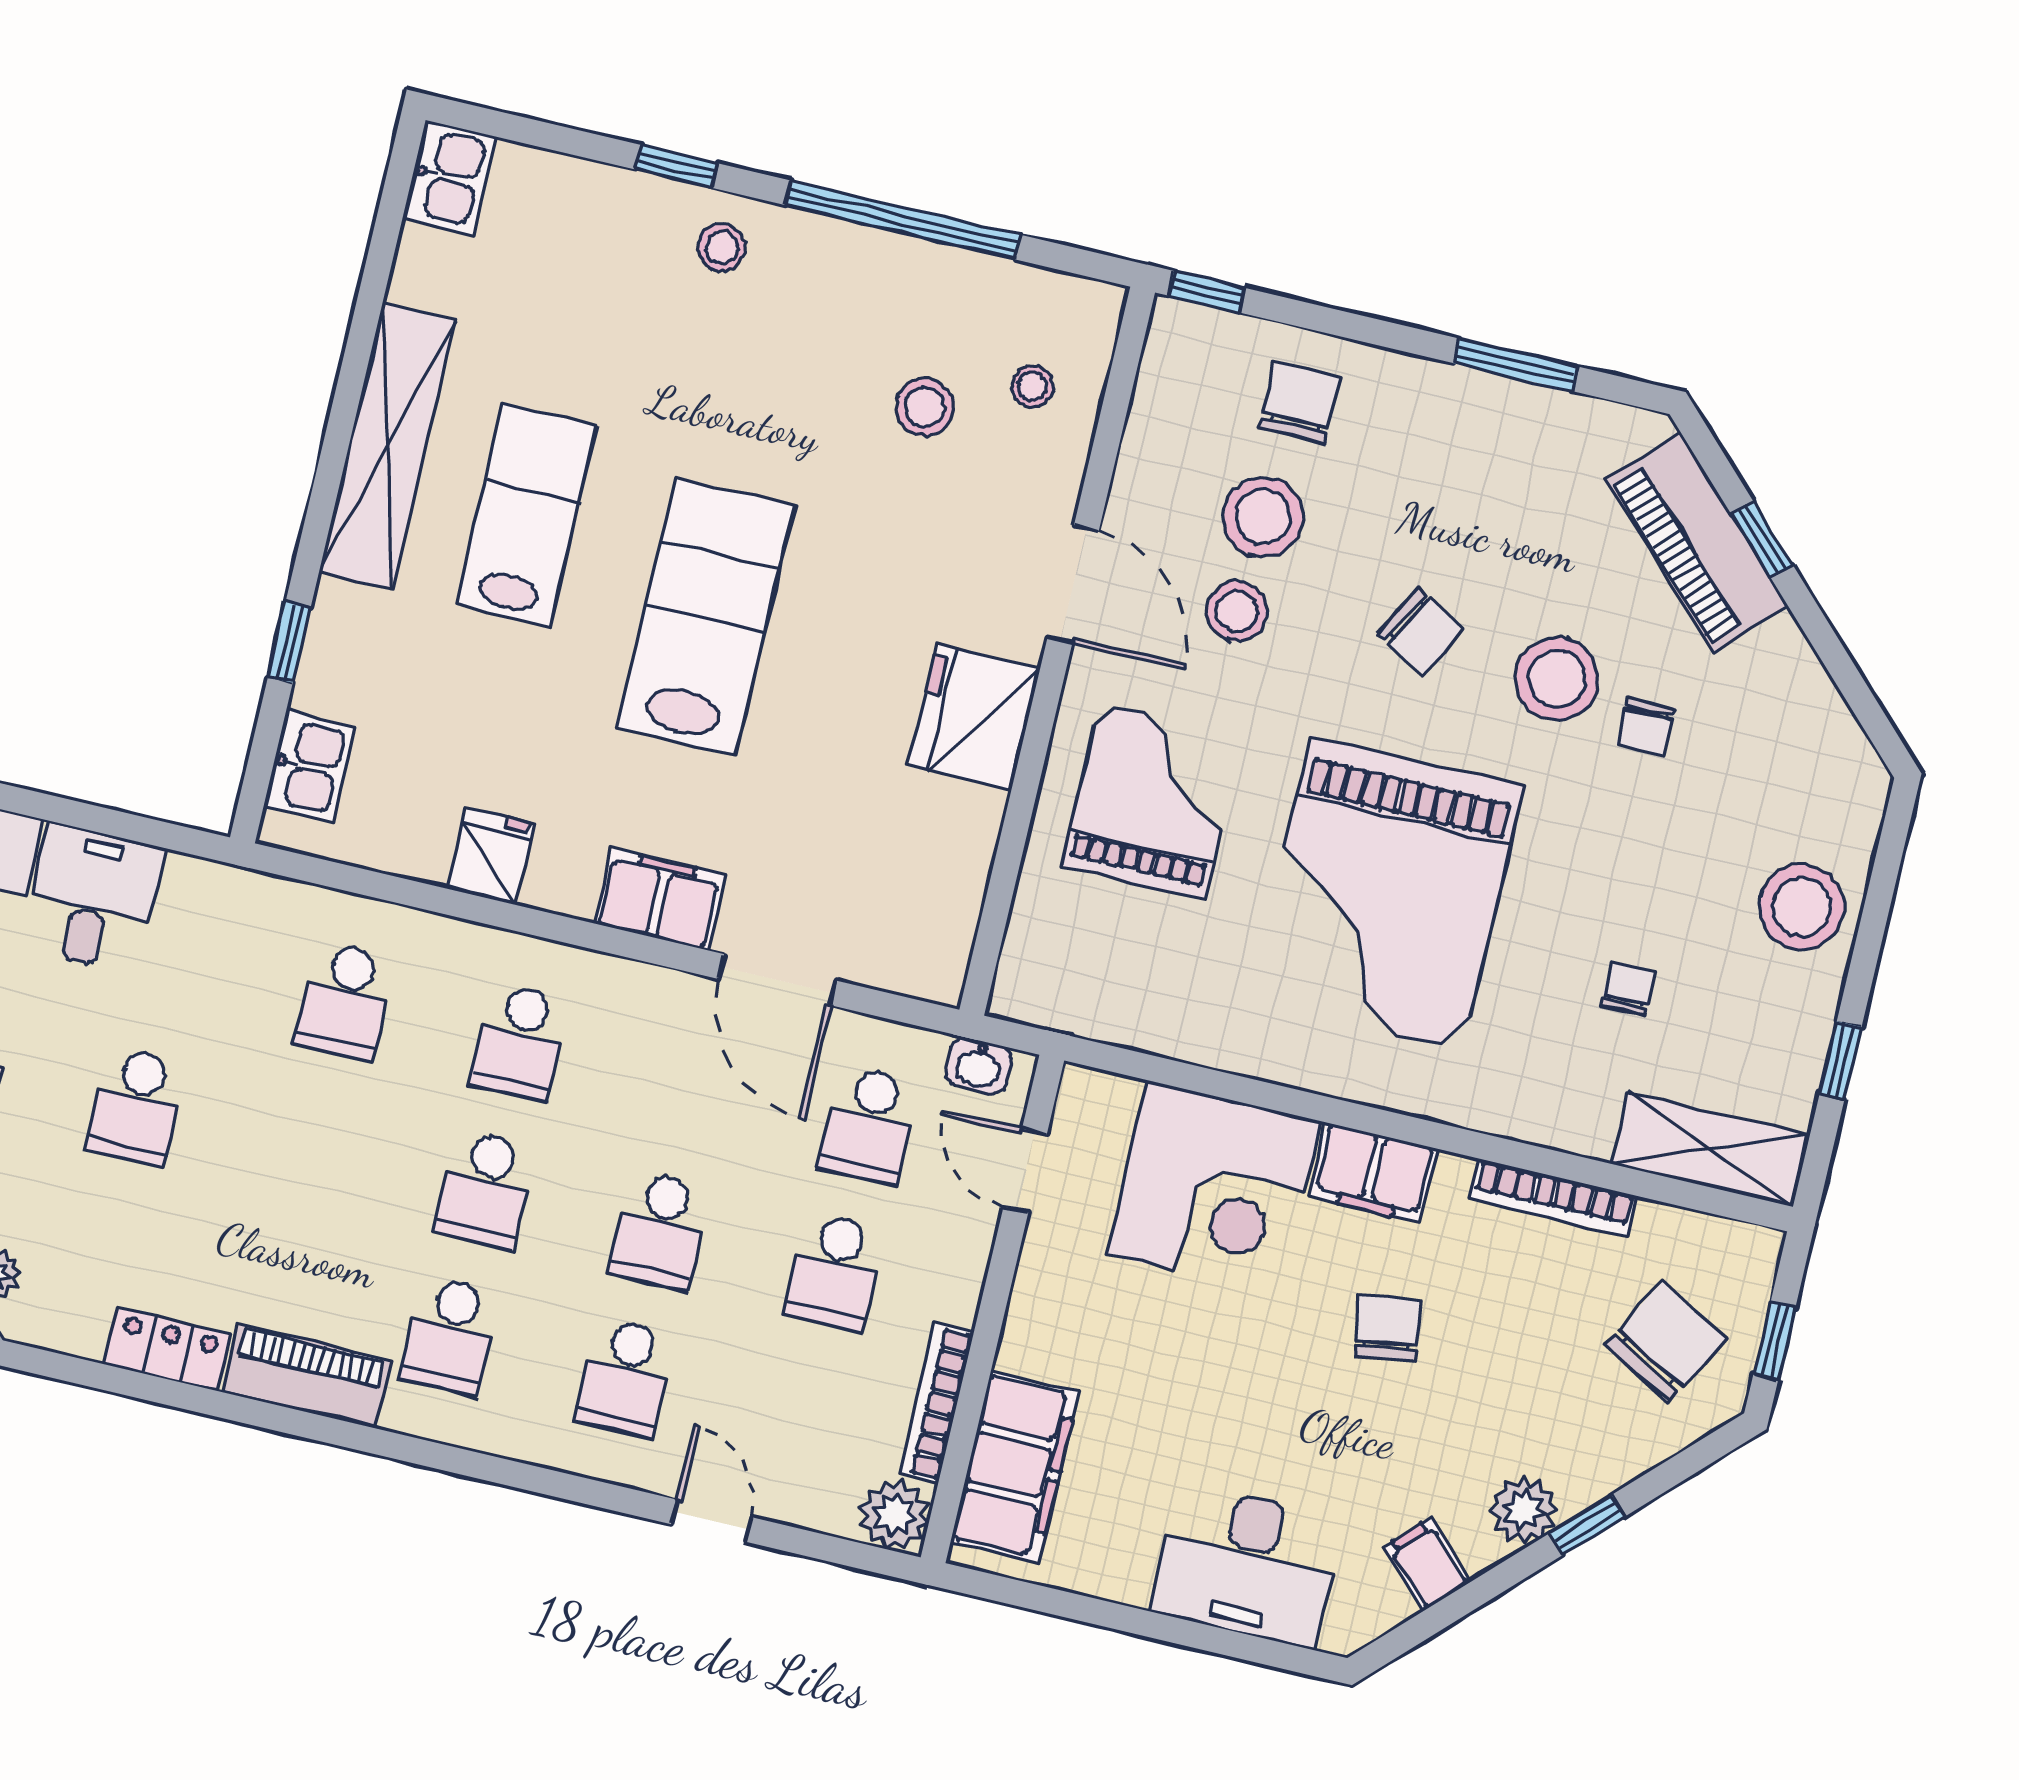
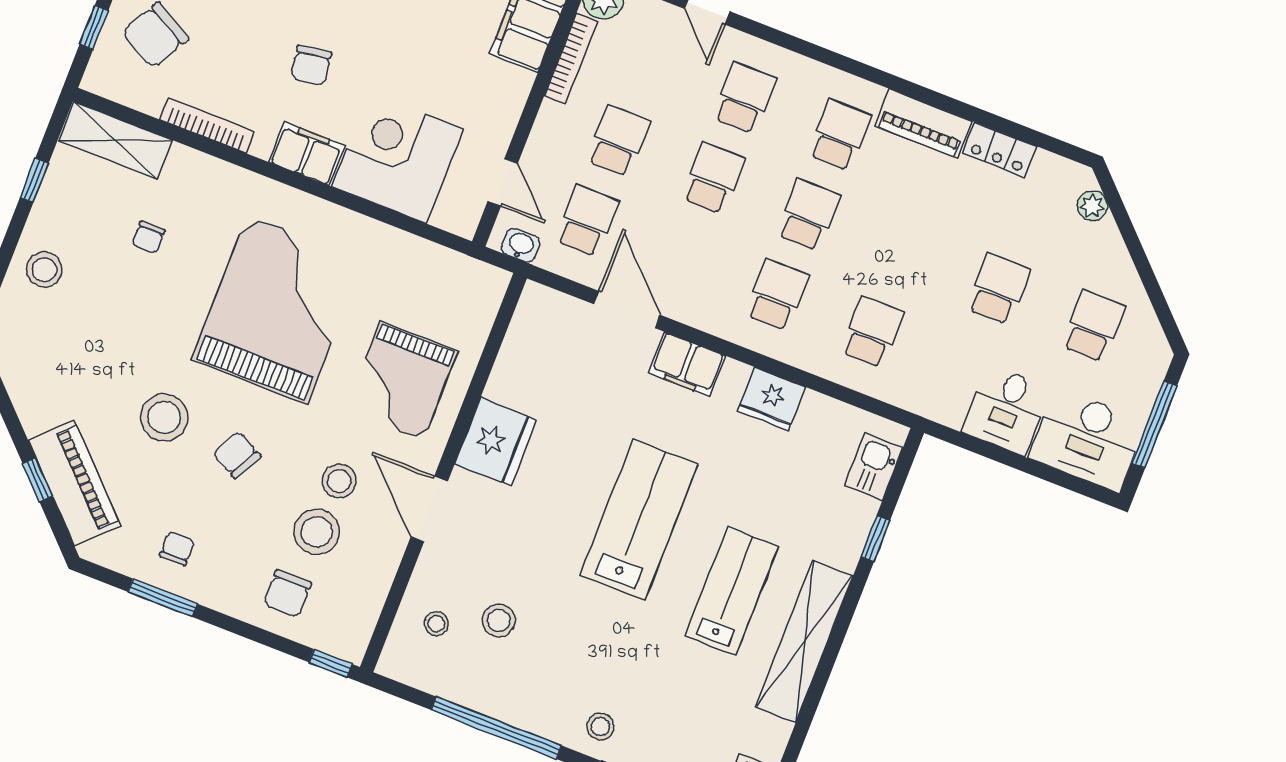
lab bench: (527, 515) -> (732, 591), turned 180
lab bench: (705, 617) -> (639, 520), turned 180
chair: (1646, 726) -> (177, 548), moved
fridge: (491, 857) -> (771, 399), width x1.38
stool: (1802, 907) -> (44, 270), width x0.73, depth x0.73

